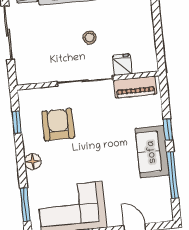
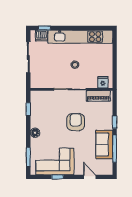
fridge: (122, 65) -> (103, 82), moved
armchair: (58, 125) -> (76, 122), moved
sofa: (152, 152) -> (104, 145), moved

